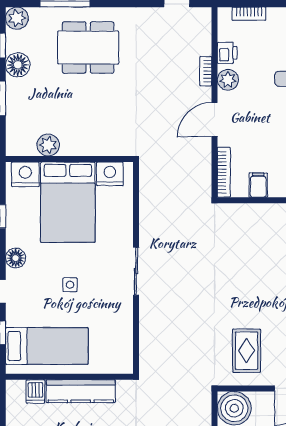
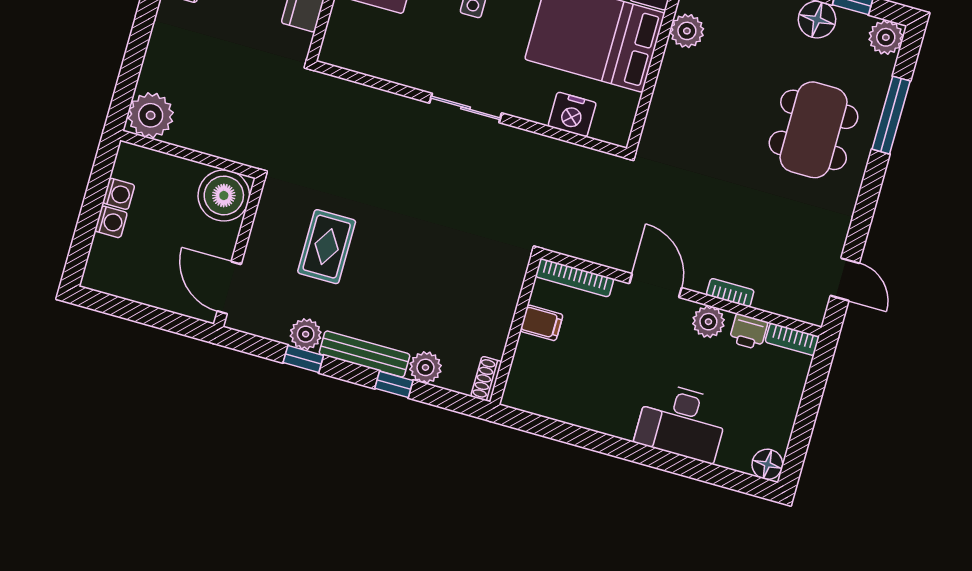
bookcase: (249, 14) -> (792, 339), moved, turned -90
nightstand: (110, 174) -> (572, 114), moved, turned 90
rug: (247, 351) -> (327, 247), moved, turned 90

